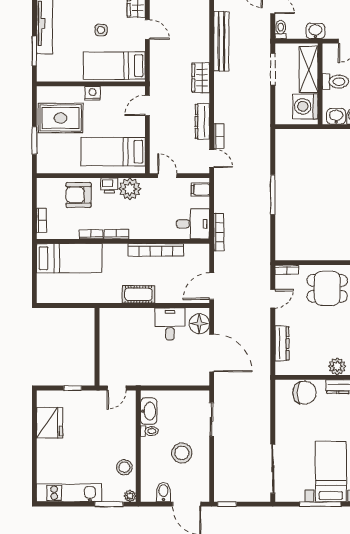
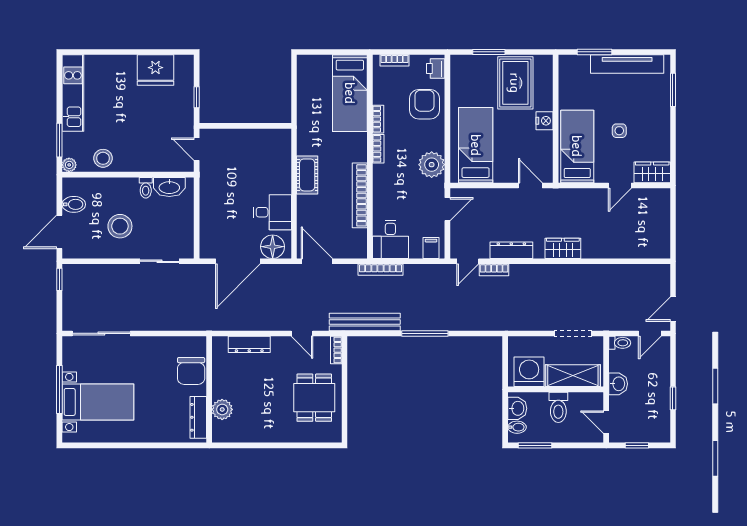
bench: (221, 41) -> (365, 322), moved
printer: (109, 185) -> (436, 69), moved

